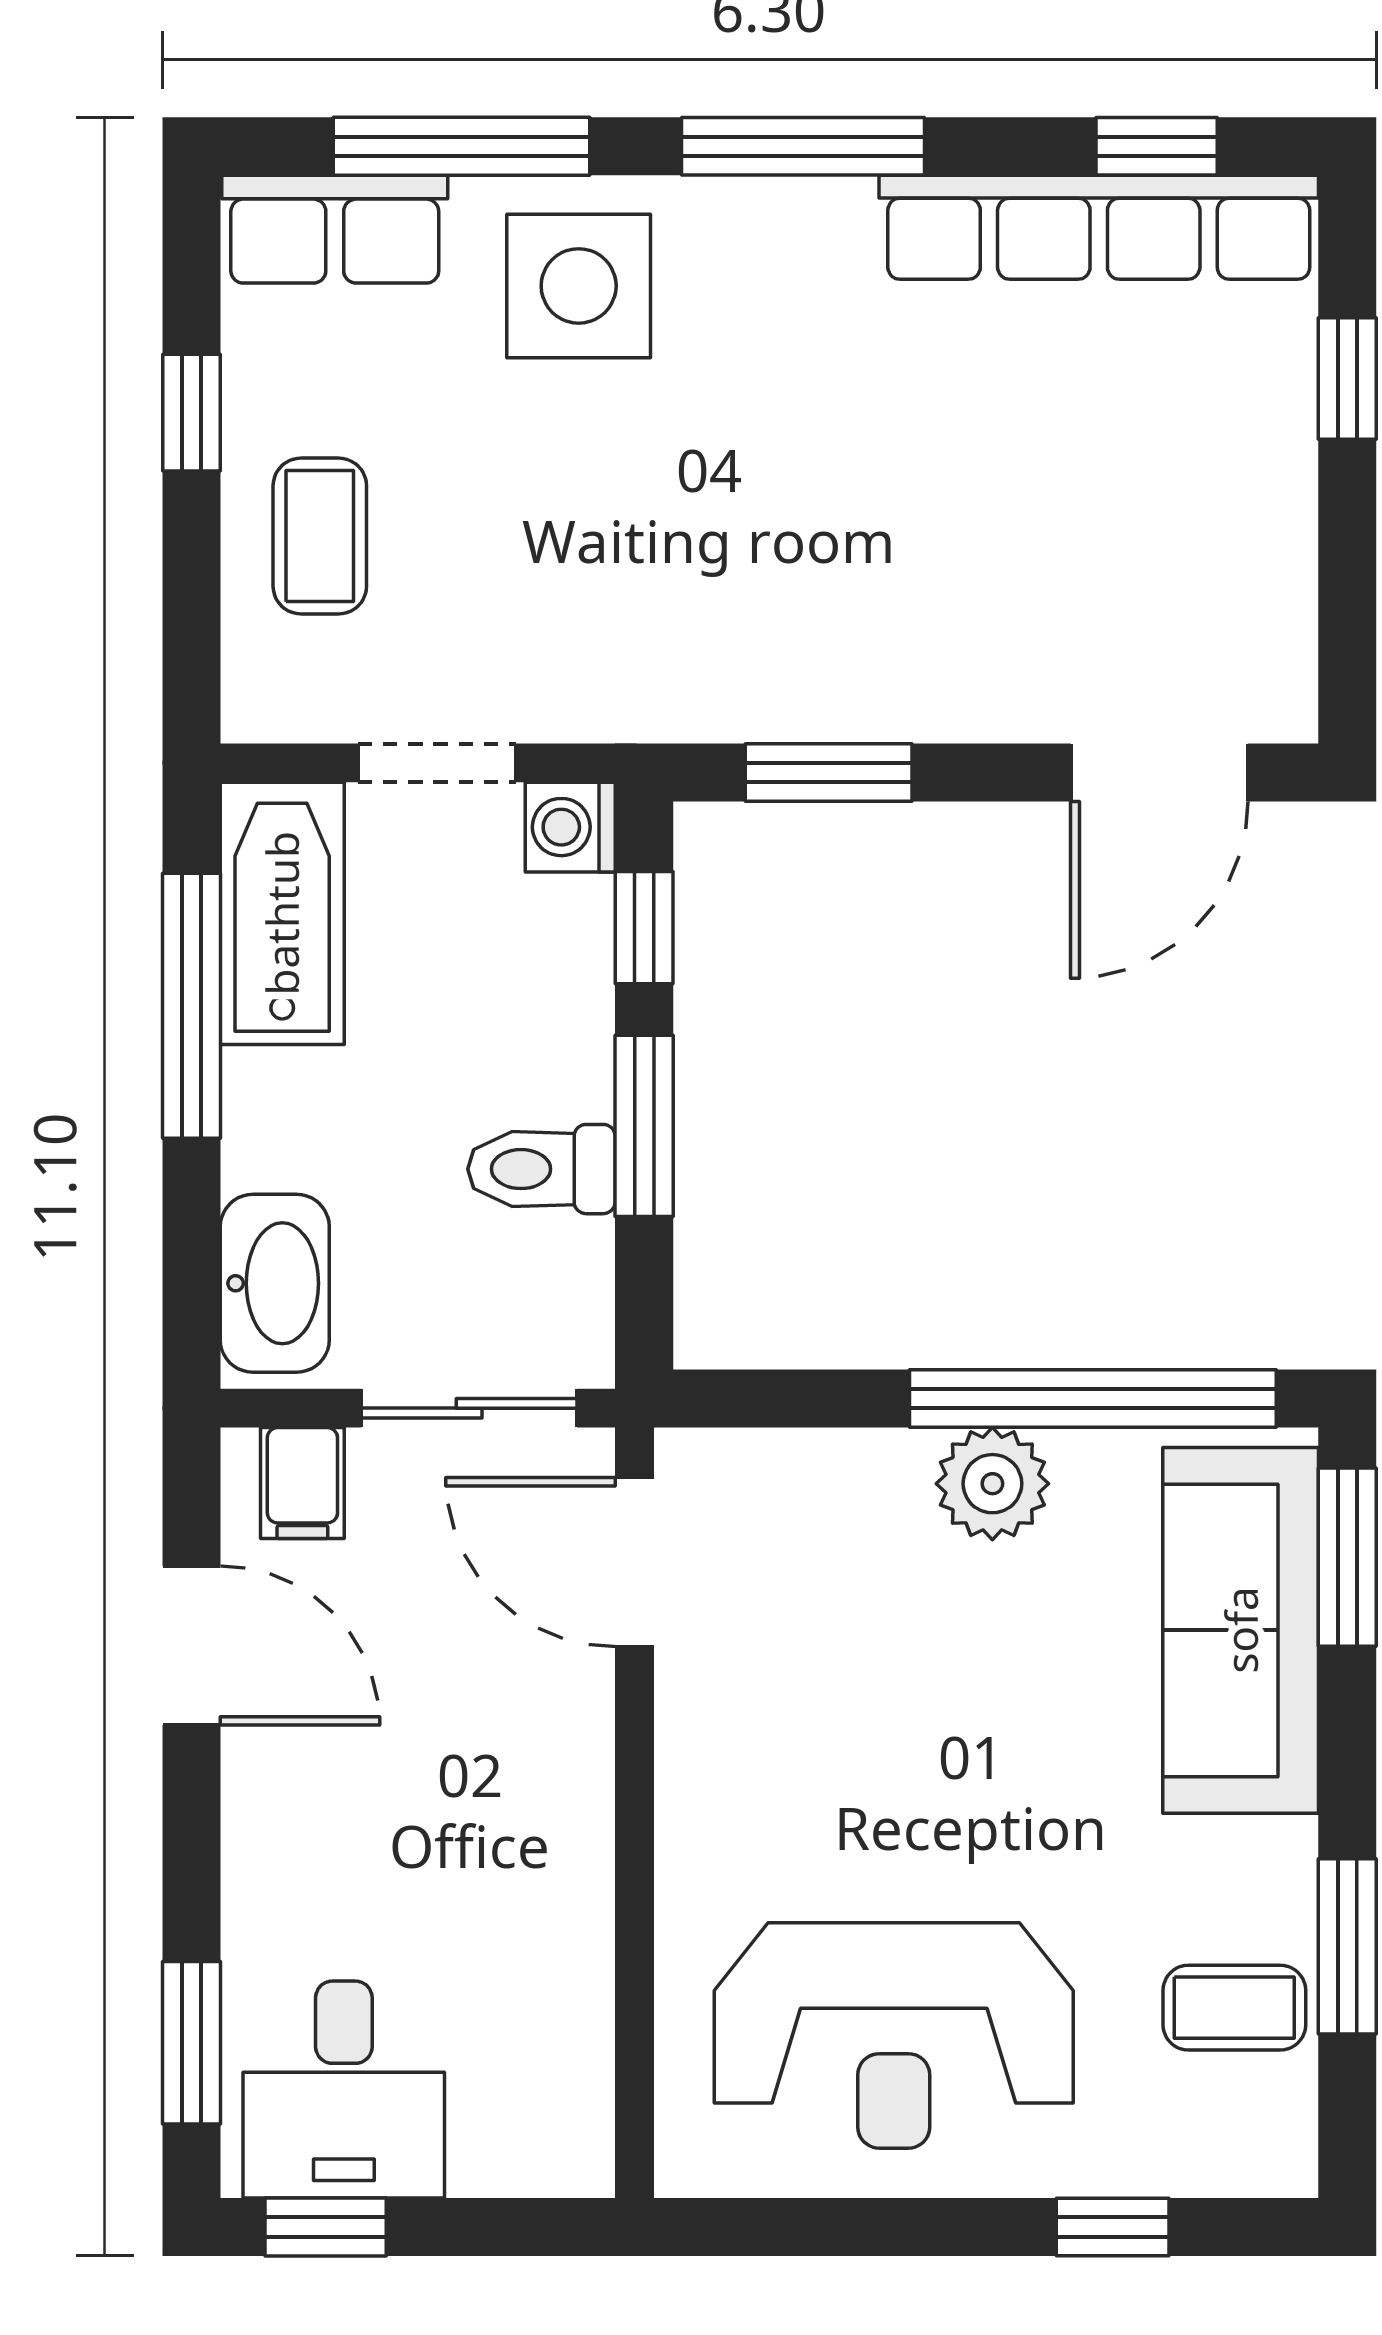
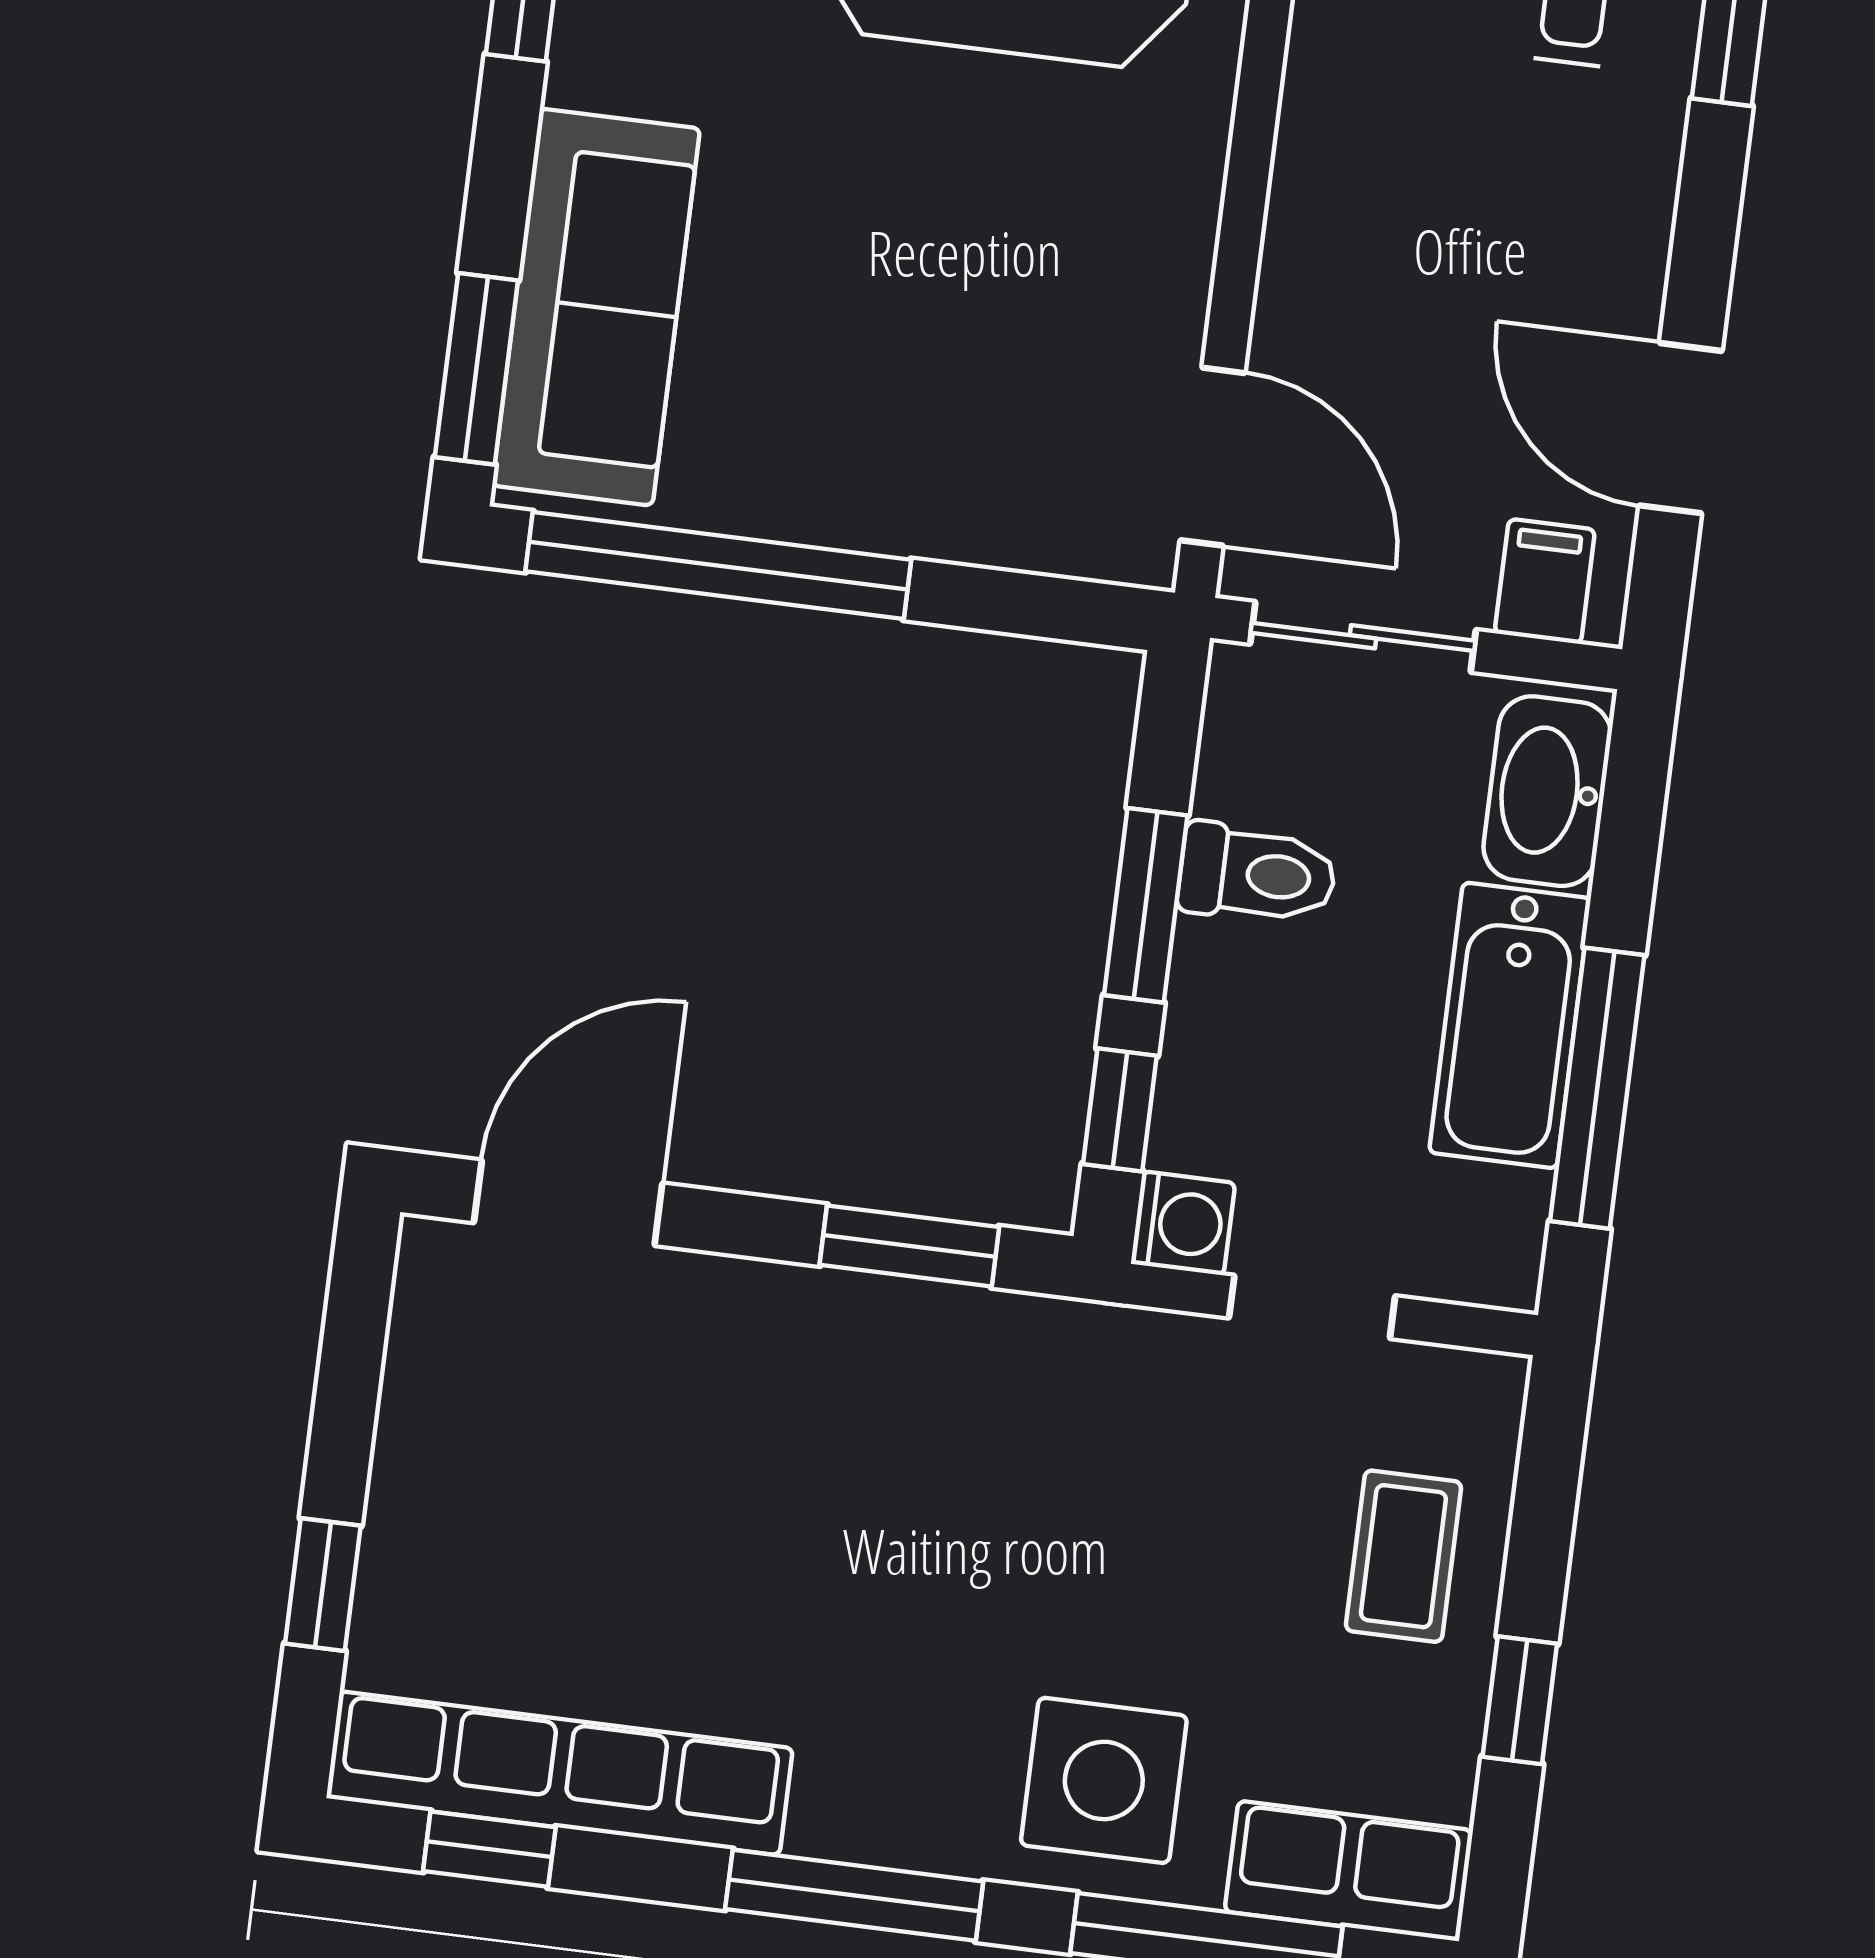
bathtub: (282, 913) -> (1510, 1025), moved
plant: (992, 1484) -> (833, 491), removed

